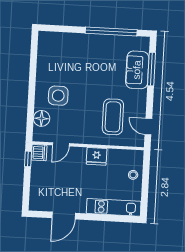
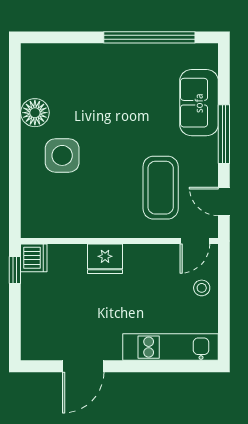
window: (151, 69) -> (224, 134), moved
floor lamp: (42, 118) -> (35, 113), moved
door: (61, 144) -> (195, 241), moved
fridge: (97, 156) -> (105, 259), moved

